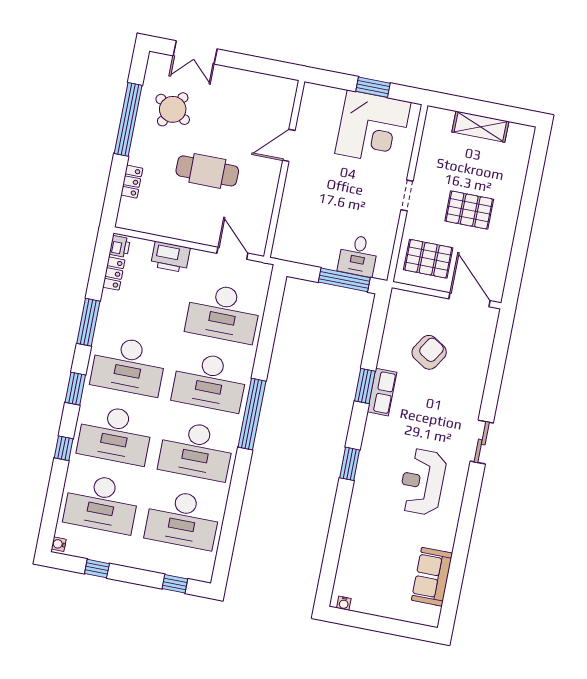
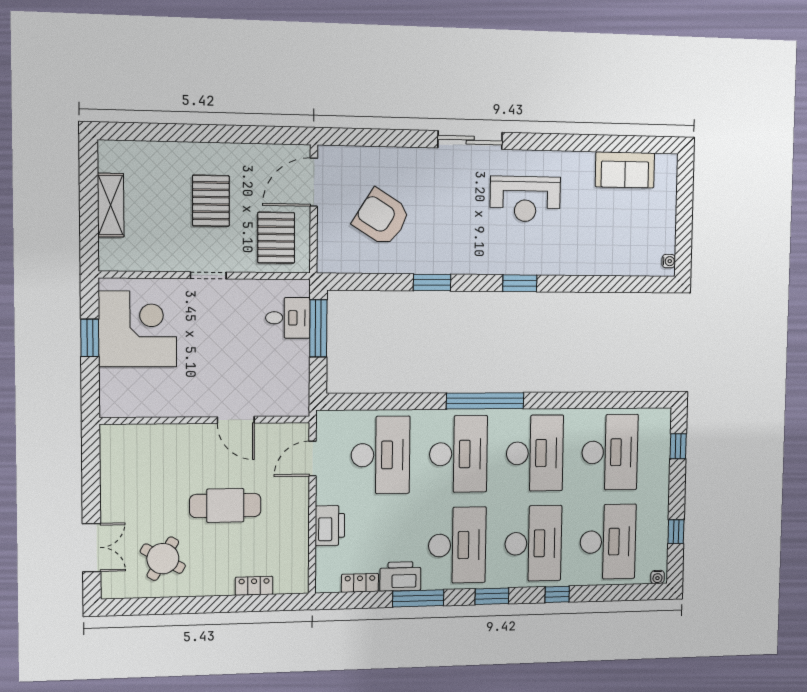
window: (128, 119) -> (184, 605), removed
door: (289, 145) -> (236, 420), moved
cafe table: (207, 171) -> (225, 505), turned 90
printer: (120, 246) -> (400, 576), moved, width x1.87, depth x1.48
armchair: (429, 352) -> (382, 217), width x1.36, depth x1.36
row of seats: (382, 392) -> (435, 262), removed
sliding door: (482, 442) -> (470, 140), width x1.37

